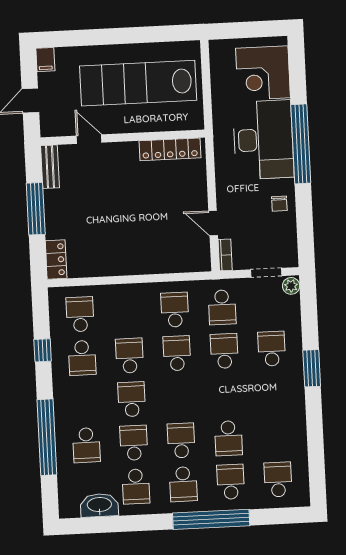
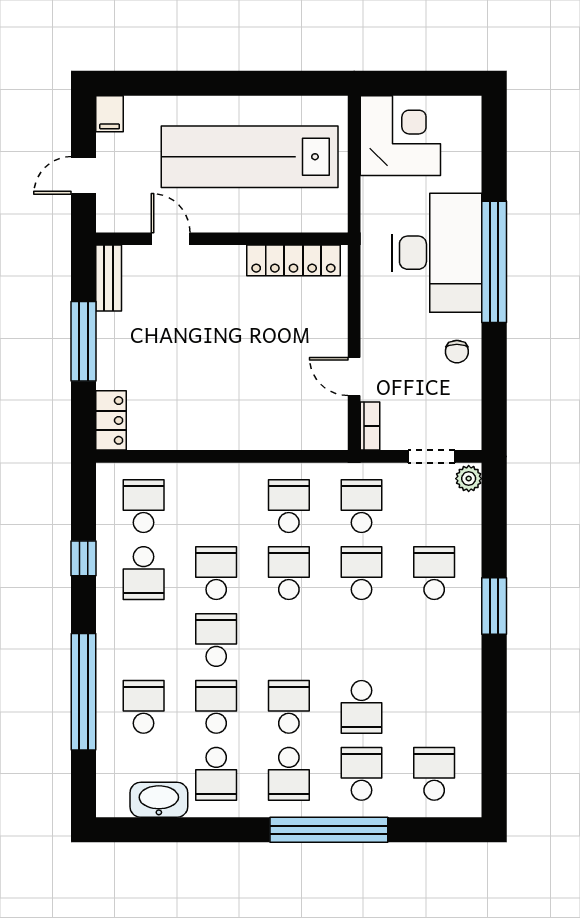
corner desk: (263, 73) -> (400, 136), moved, turned 180
school desk: (222, 307) -> (361, 506), turned 180
school desk: (86, 445) -> (144, 707), turned 180

